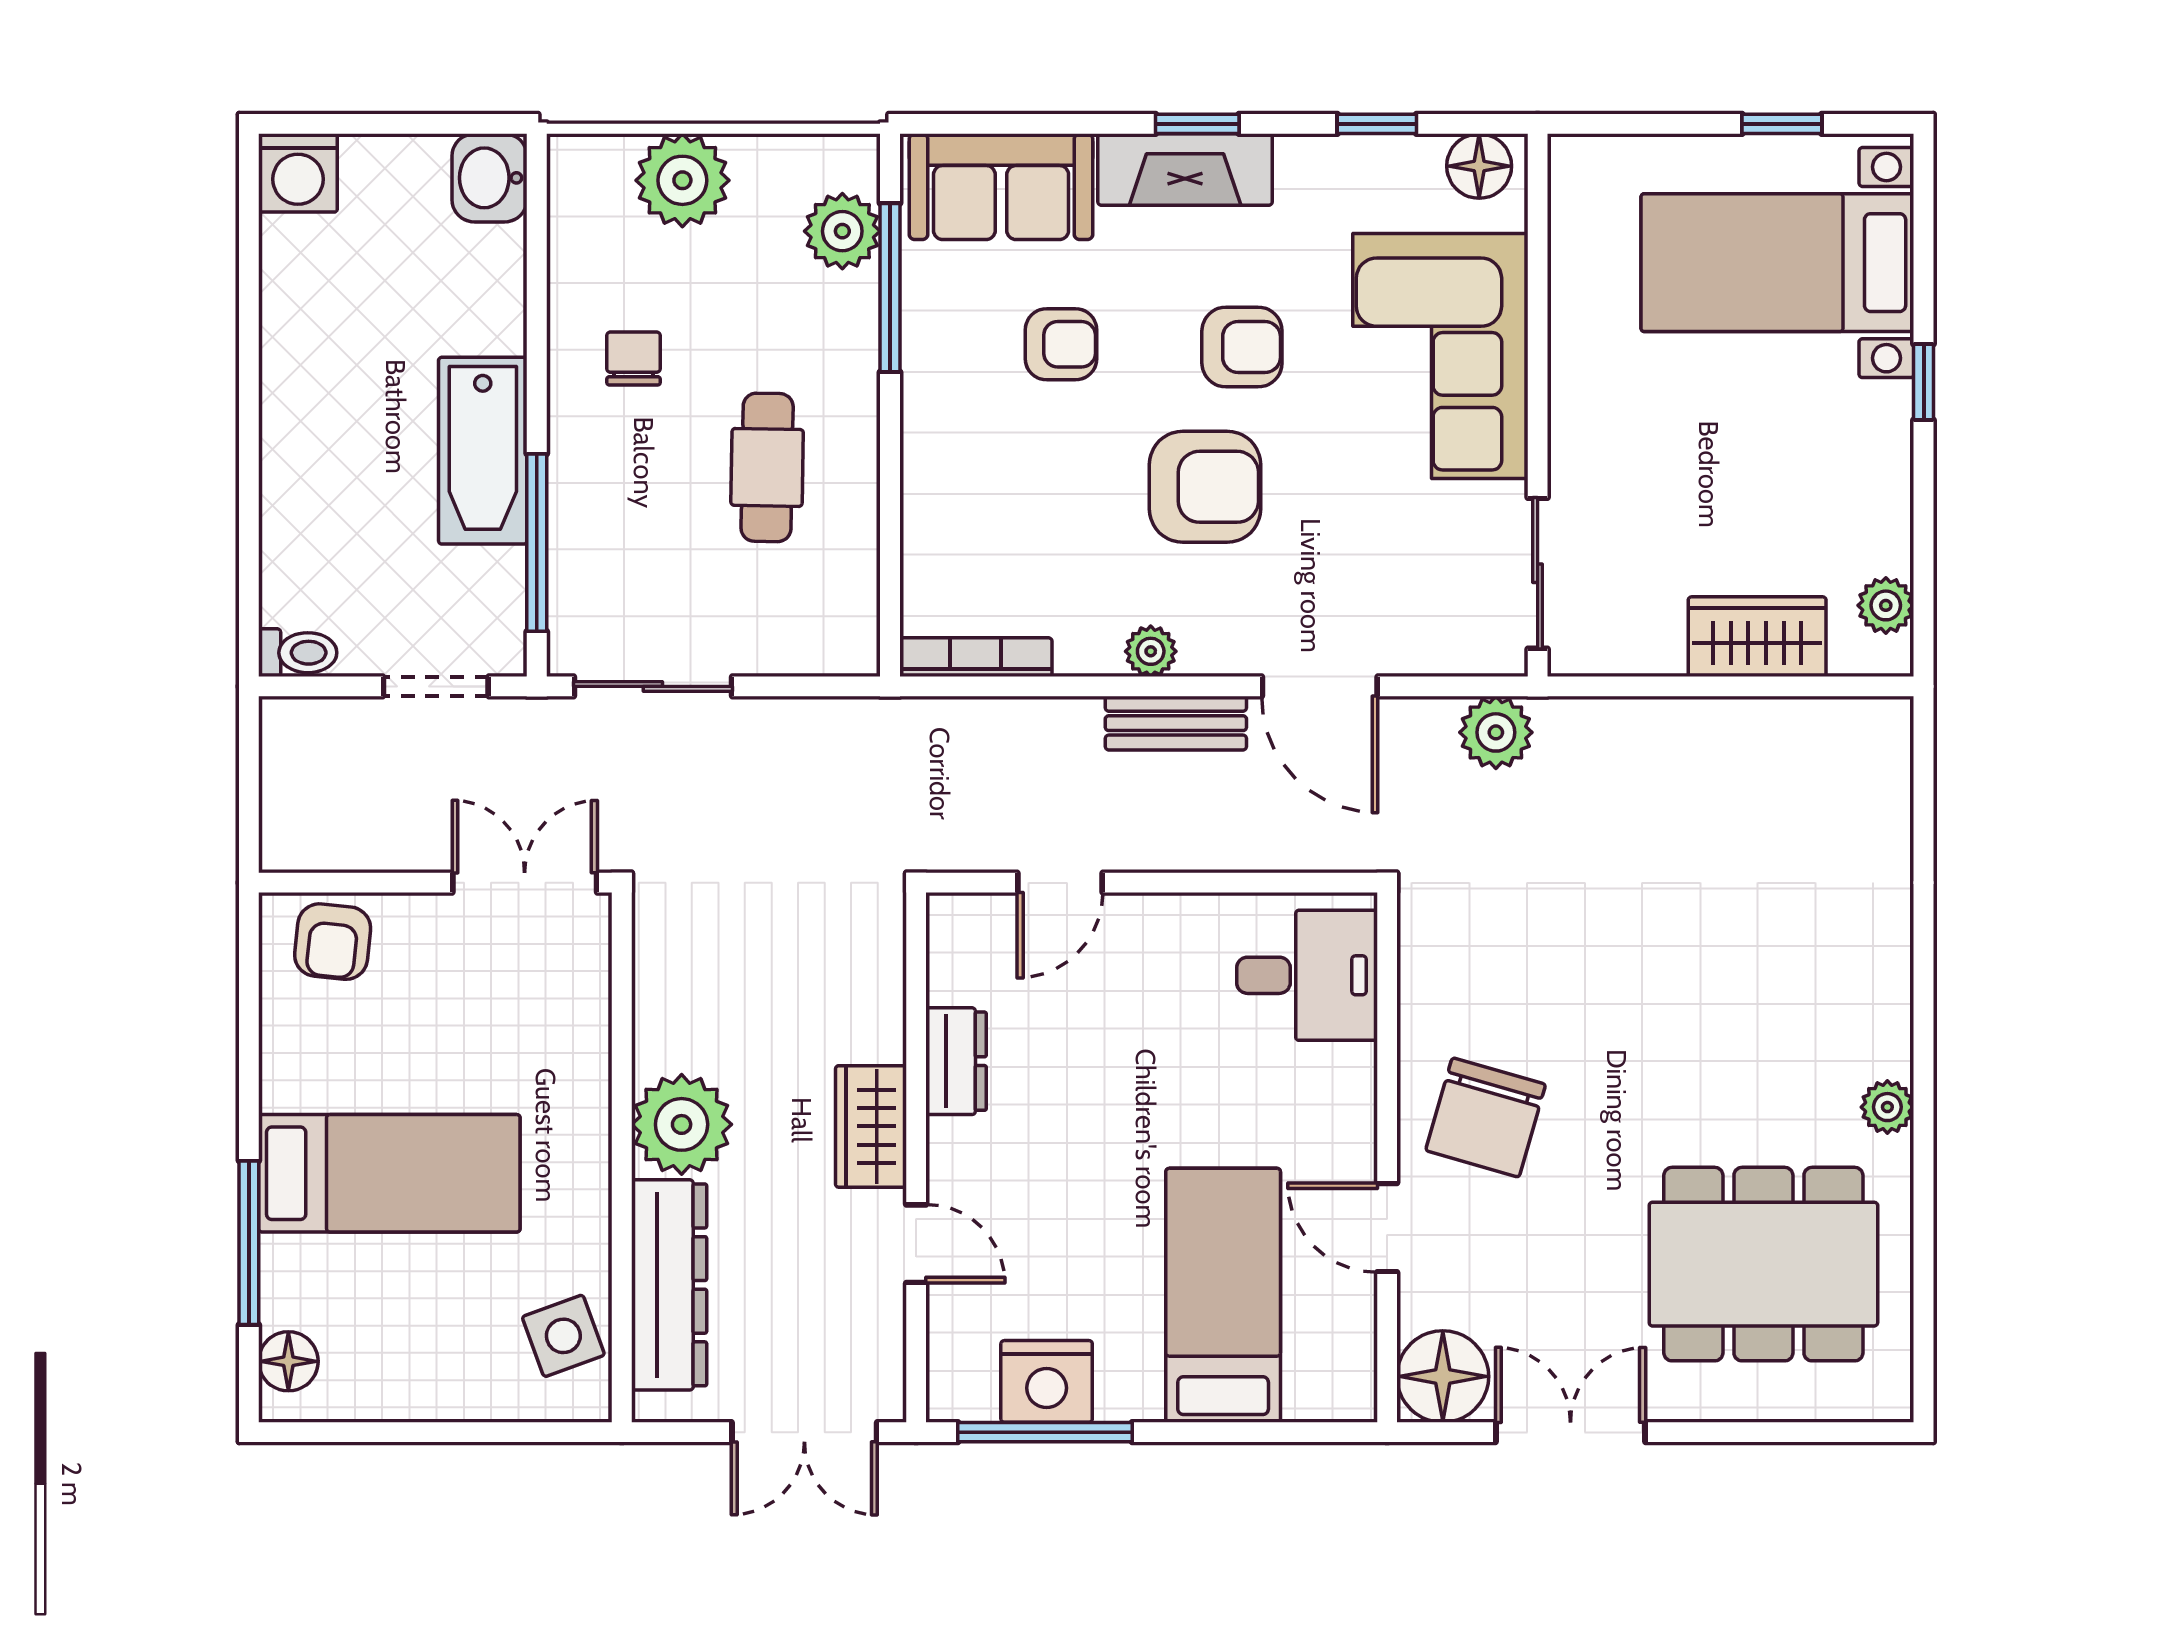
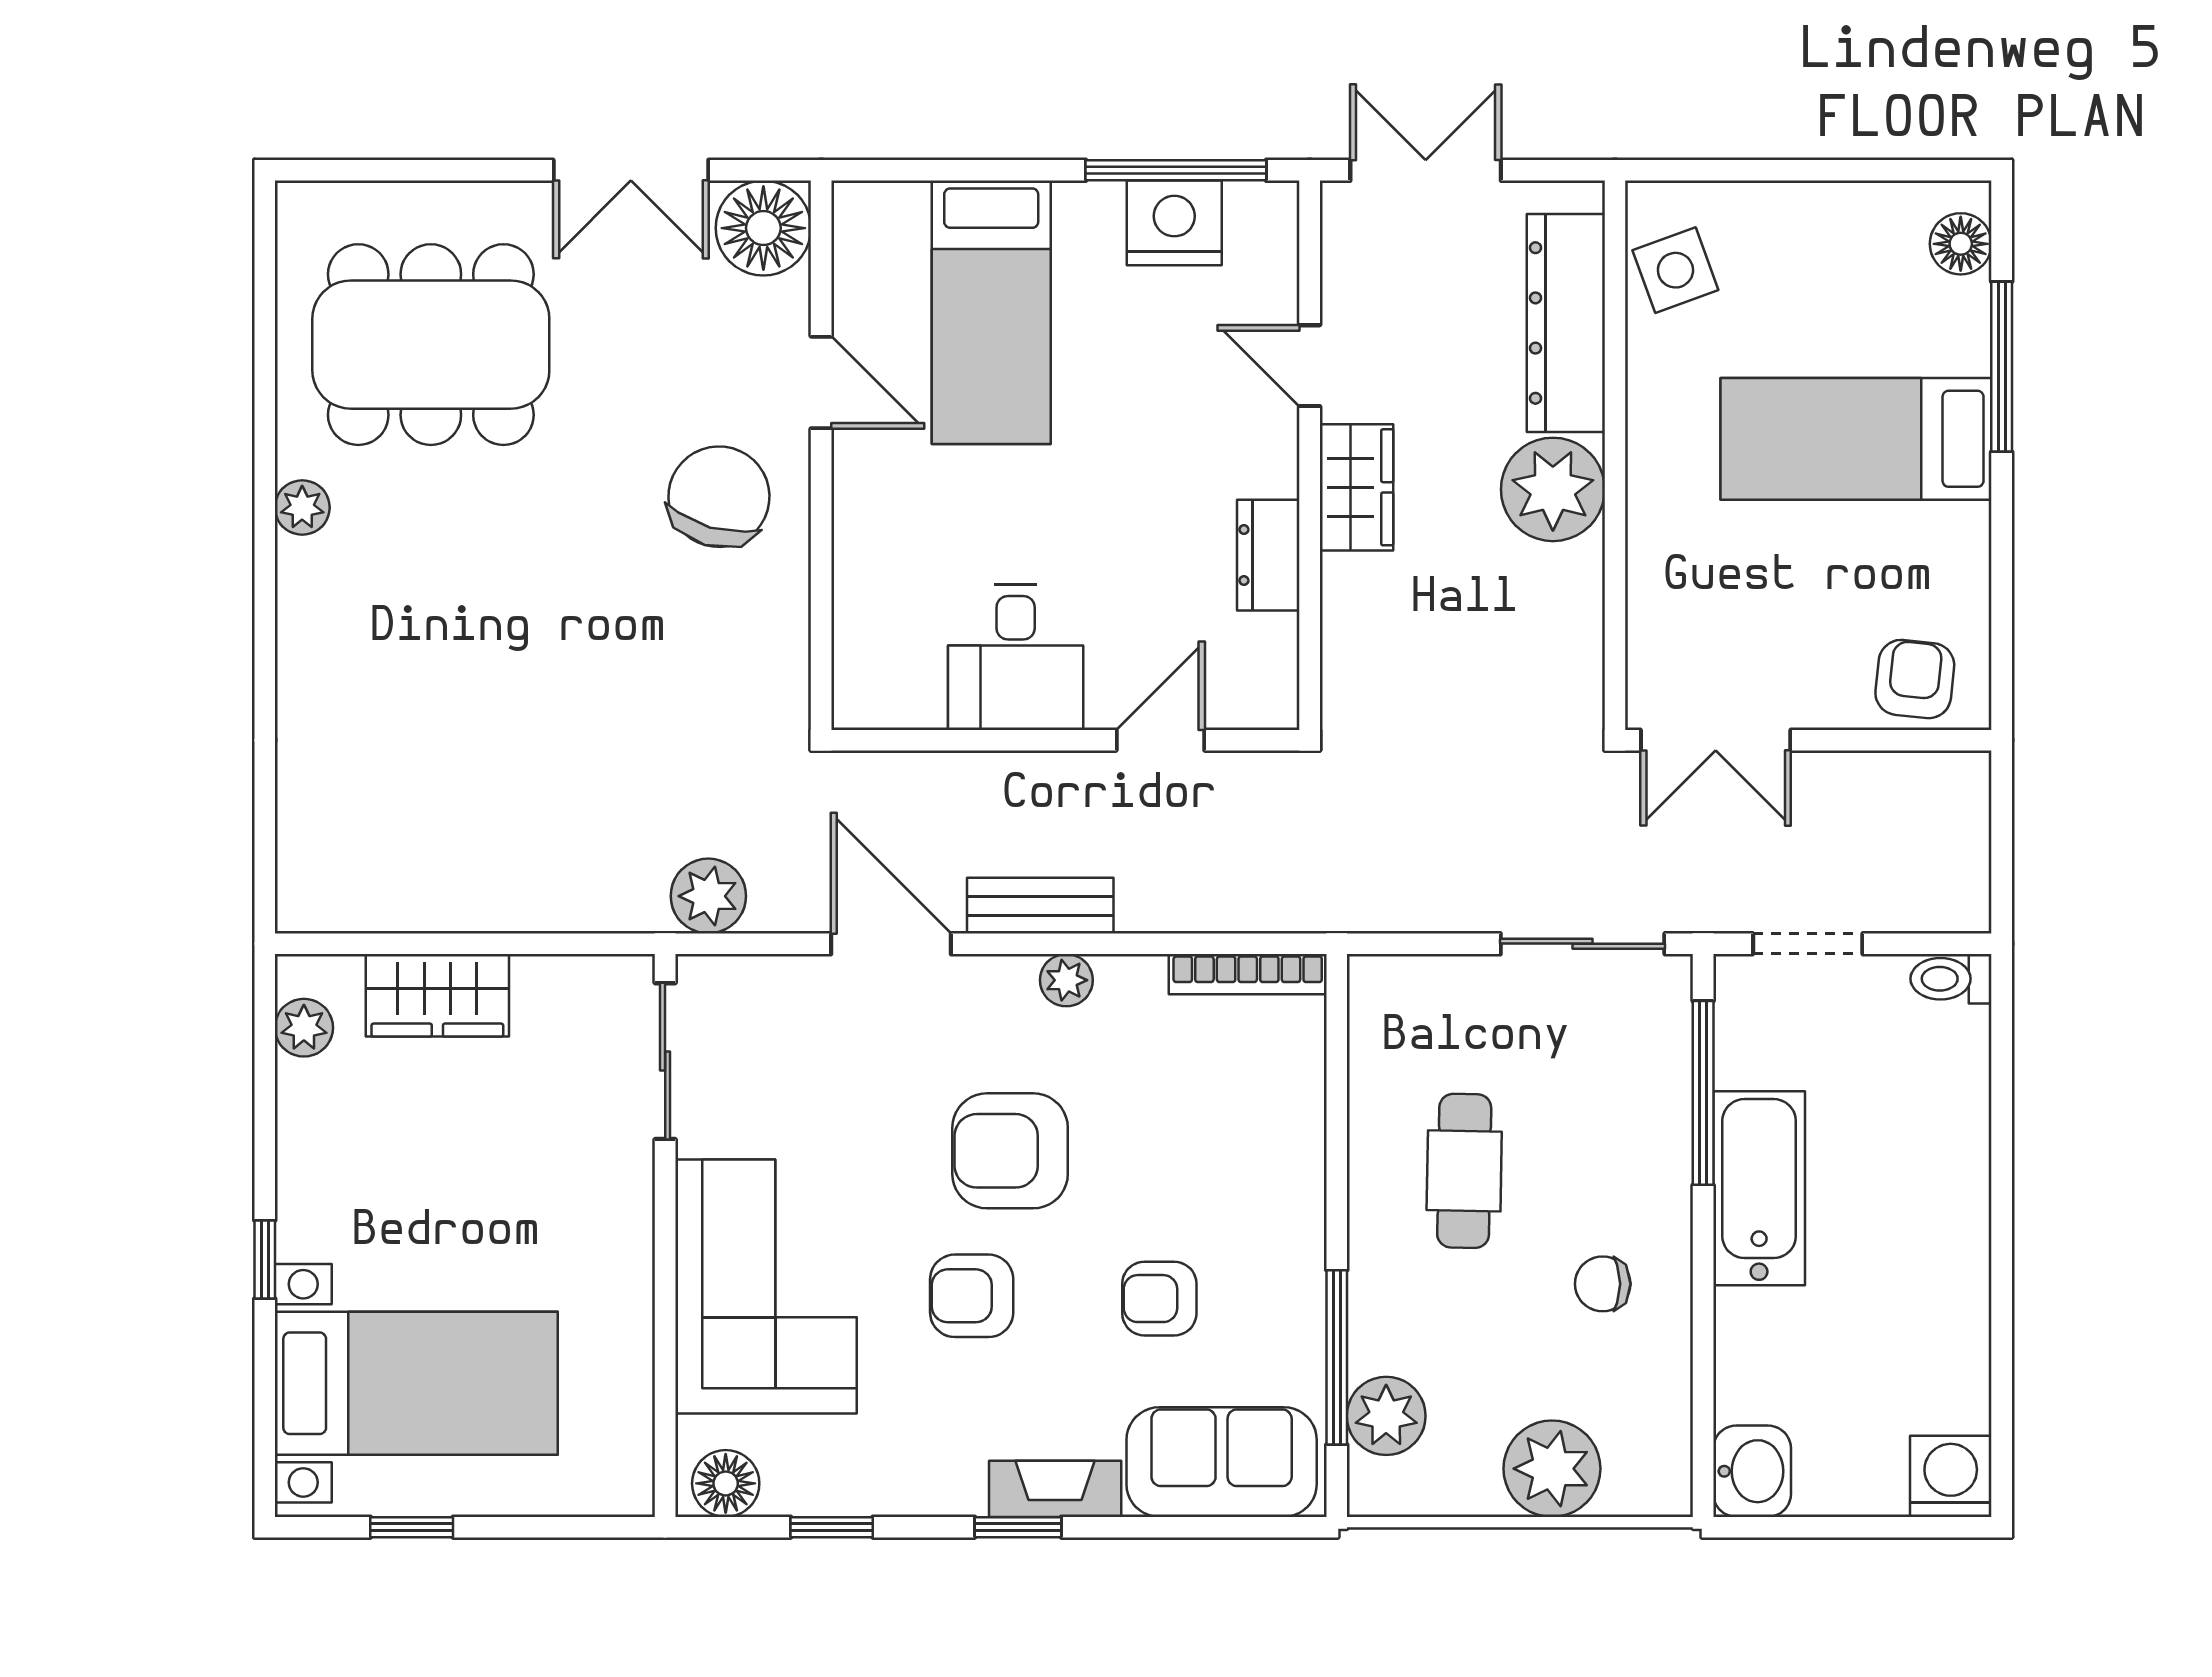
fireplace: (1185, 170) -> (1055, 1489), width x0.73, depth x0.76
chair: (634, 358) -> (1603, 1284), turned 90
desk: (1307, 975) -> (1016, 657), moved, turned -90

